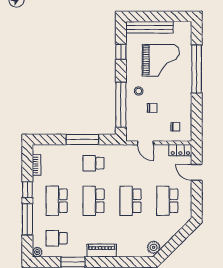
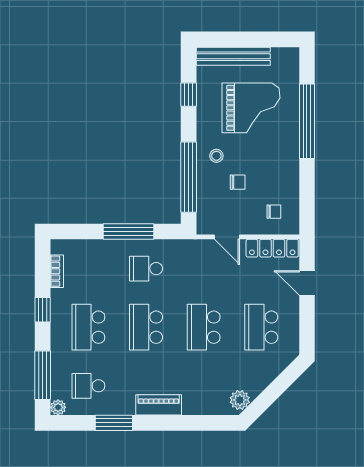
locker: (180, 150) -> (272, 248), width x1.53
window: (27, 219) -> (43, 375), moved

